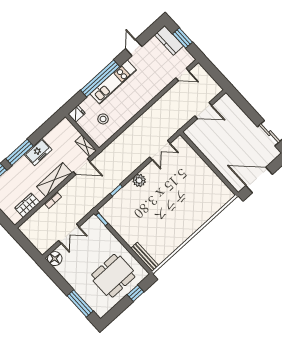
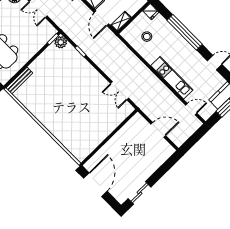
door: (182, 74) -> (191, 109), swing flipped
kitchen unit: (113, 82) -> (172, 78), moved, turned 180
door: (203, 111) -> (158, 130), swing flipped
plant: (139, 180) -> (61, 42), moved

